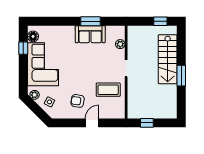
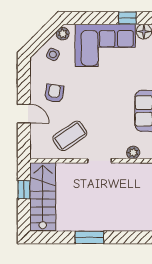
stairs: (168, 59) -> (43, 197), moved, turned 90
coffee table: (108, 90) -> (70, 136), turned 56

